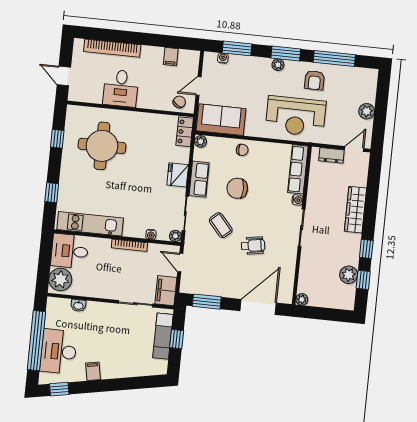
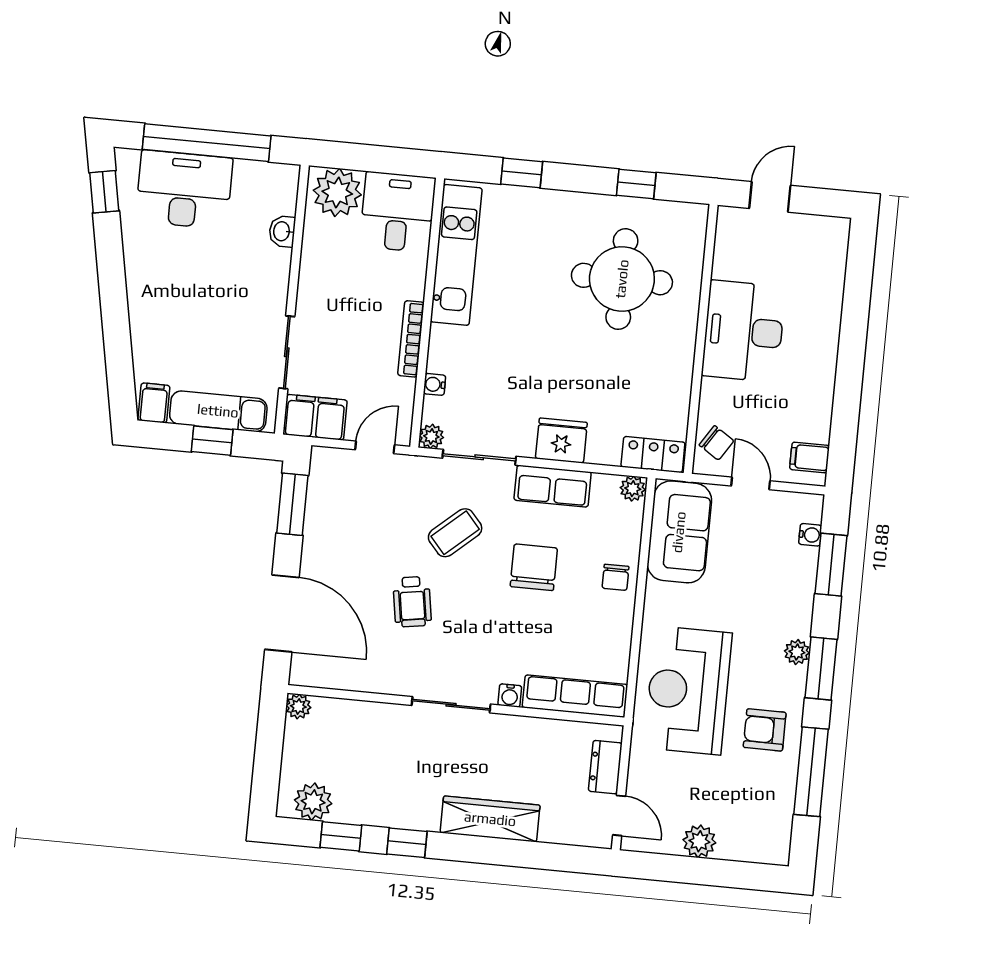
bookcase: (112, 48) -> (830, 299), removed
filing cabinet: (171, 57) -> (810, 457), moved
desk: (121, 88) -> (743, 331), width x1.37
plant: (349, 275) -> (313, 802), moved
filing cabinet: (93, 371) -> (154, 403), moved, turned -79

